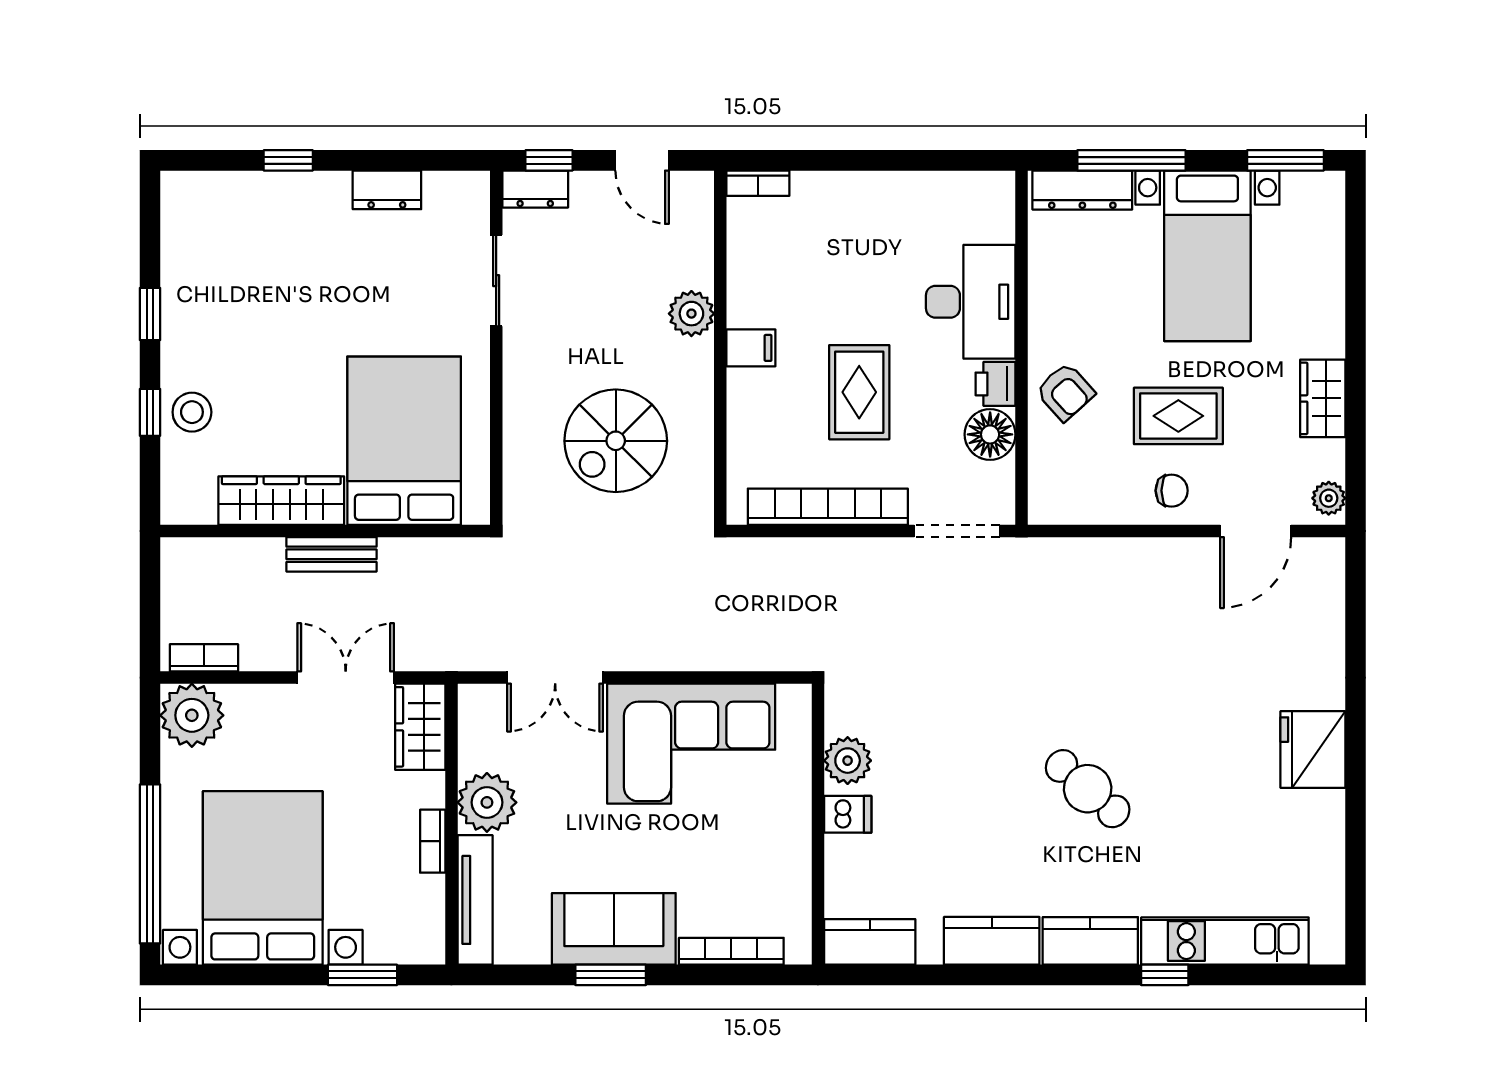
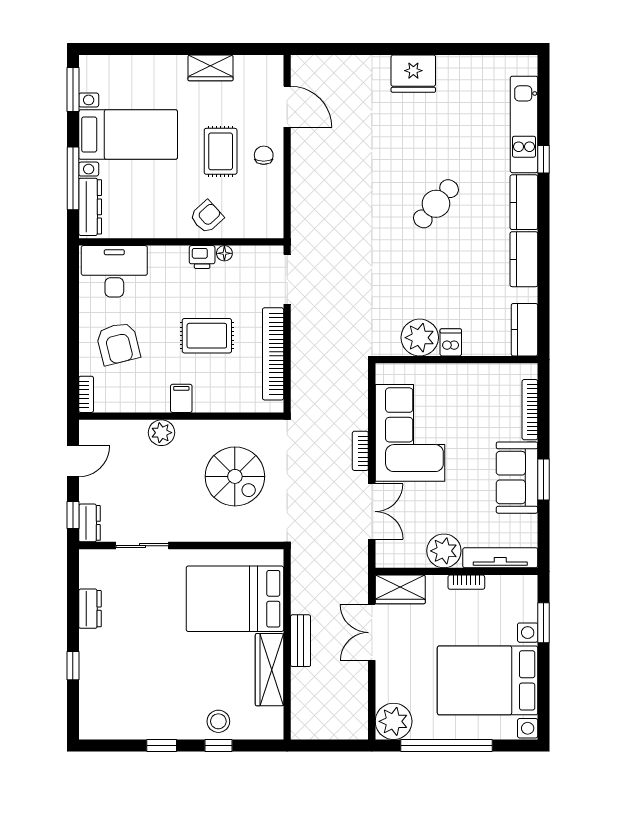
armchair: (846, 239) -> (118, 344), added
desk: (971, 302) -> (114, 271), moved
floor lamp: (990, 434) -> (224, 253), width x0.53, depth x0.53
plant: (1329, 498) -> (268, 64), removed
bookcase: (204, 658) -> (360, 451), moved
plant: (848, 761) -> (420, 338), width x1.36, depth x1.36
window: (150, 864) -> (447, 746), moved

